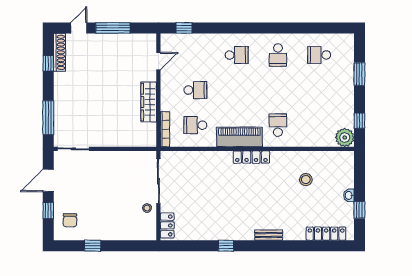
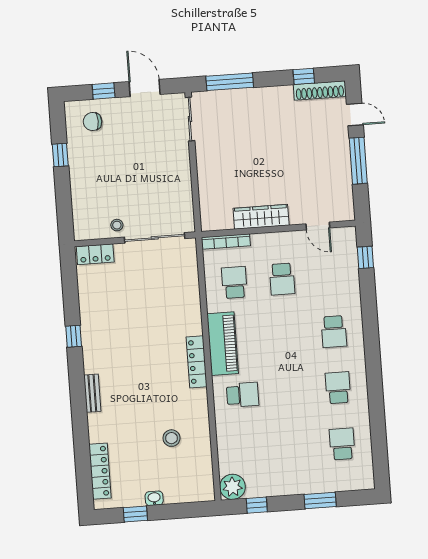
school desk: (278, 55) -> (338, 388), turned 90

